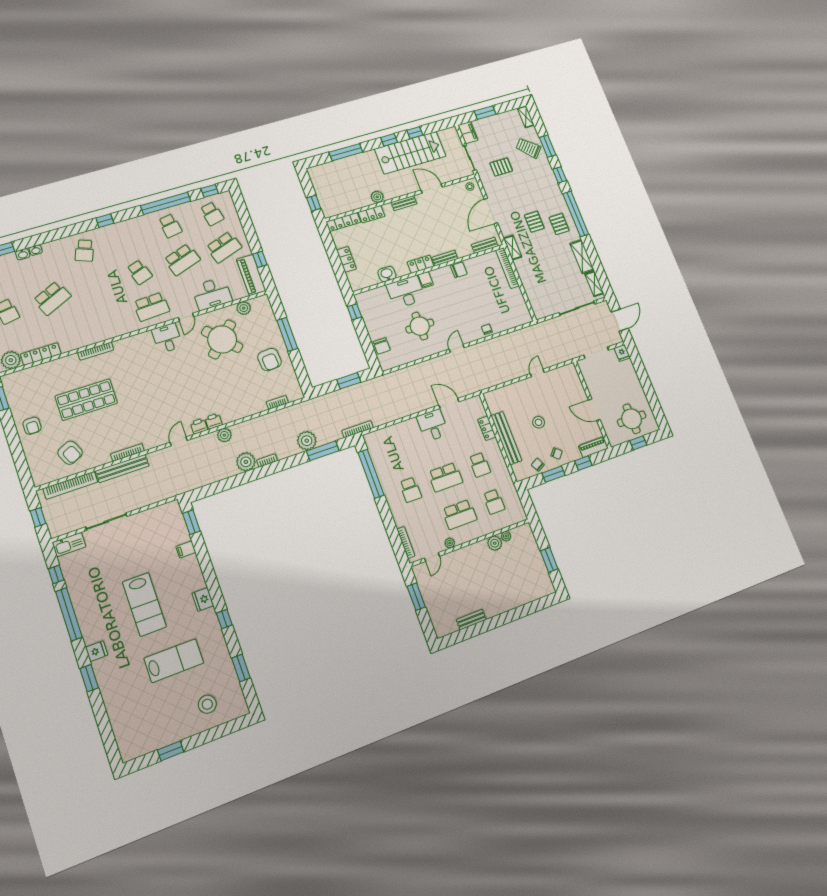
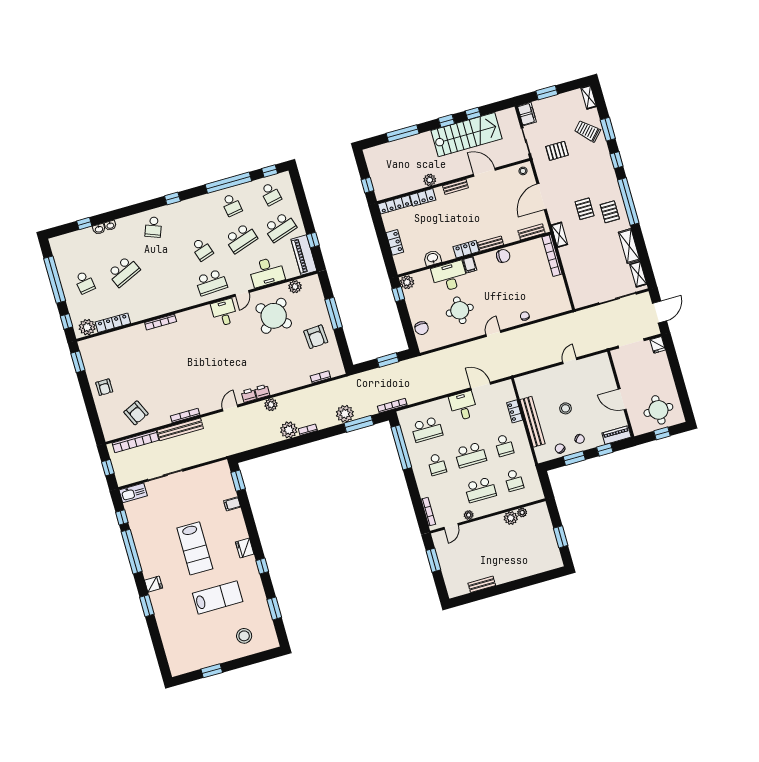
plant: (363, 299) -> (407, 282), added
shop shelf: (86, 400) -> (151, 366), removed
school desk: (397, 453) -> (427, 429), added

